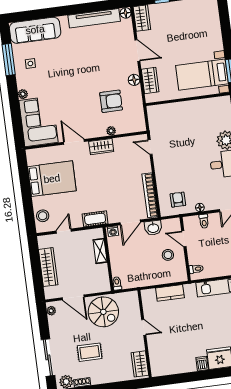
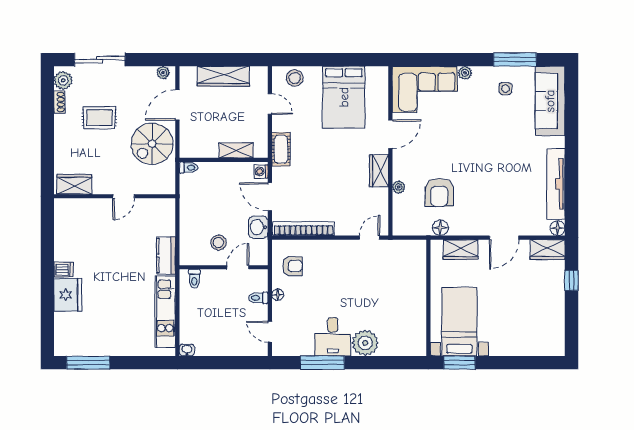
floor lamp: (134, 80) -> (440, 228), moved
kitchen counter: (170, 293) -> (166, 256), moved
rug: (90, 352) -> (99, 118), turned 90

